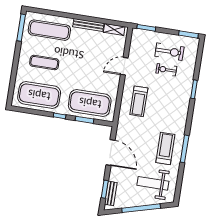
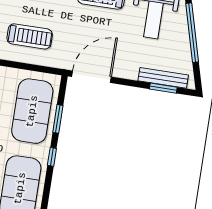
door: (111, 153) -> (91, 77), moved
bench: (111, 193) -> (163, 78), width x1.36

